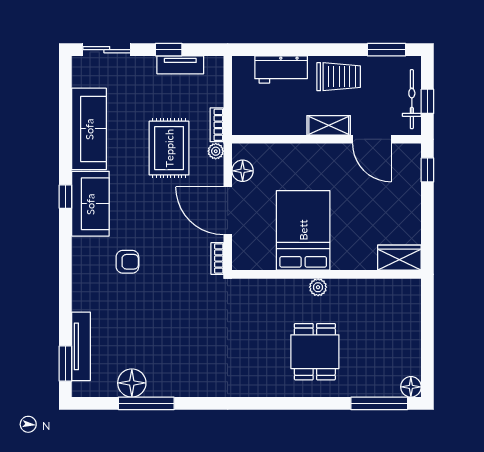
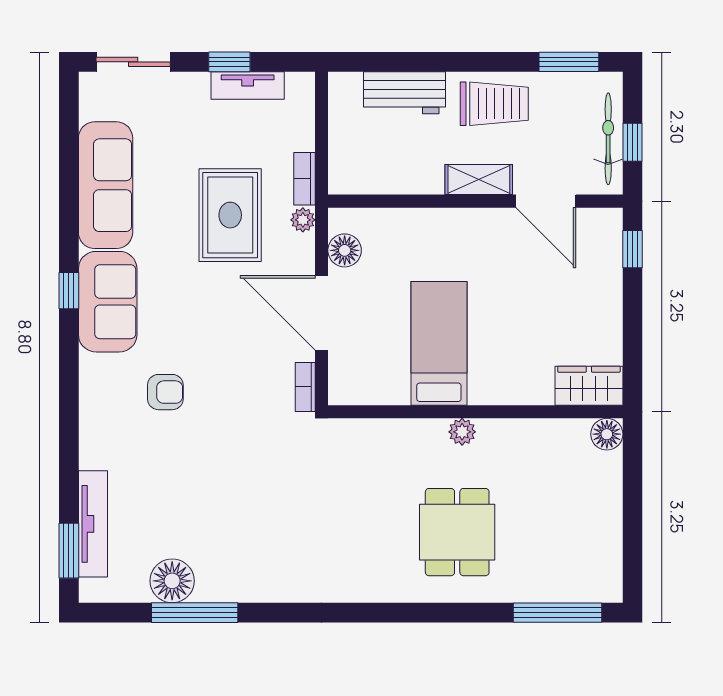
bed: (303, 230) -> (439, 343), width x0.67
floor lamp: (411, 387) -> (607, 434), moved

